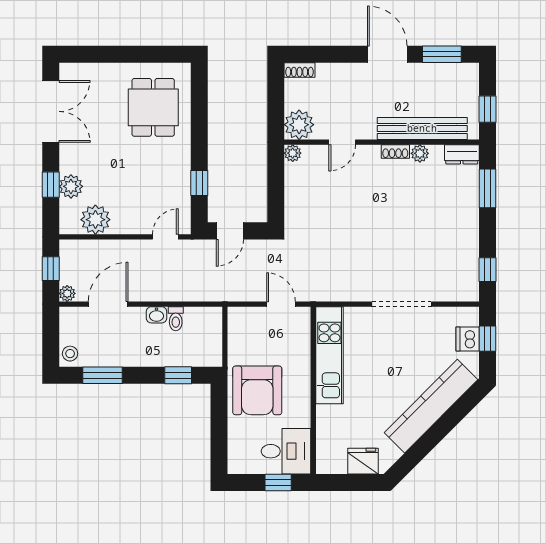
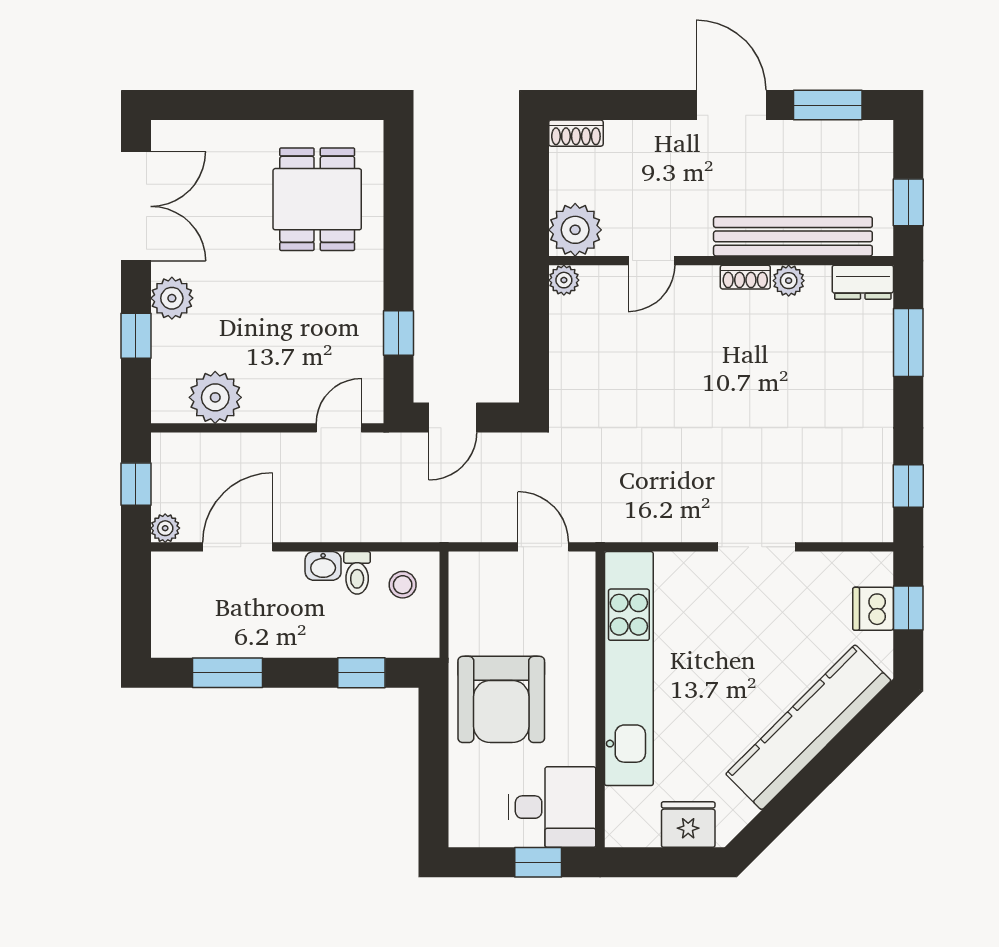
plant: (71, 186) -> (172, 298), moved
doorway: (402, 304) -> (756, 547), width x0.73
stool: (70, 354) -> (403, 585), moved
kitchen unit: (329, 355) -> (629, 669), width x1.36

